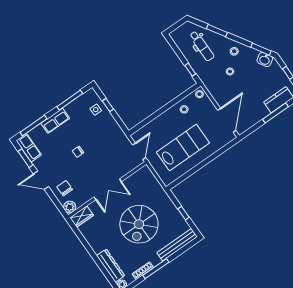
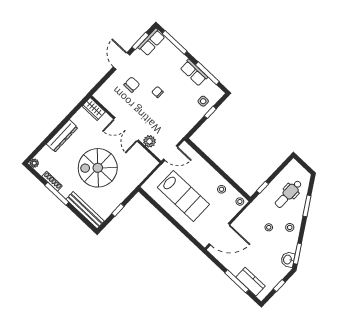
row of seats: (55, 121) -> (194, 73), moved
chair: (65, 188) -> (132, 85), moved
plant: (70, 207) -> (149, 141), moved
dresser: (111, 266) -> (62, 136), moved

